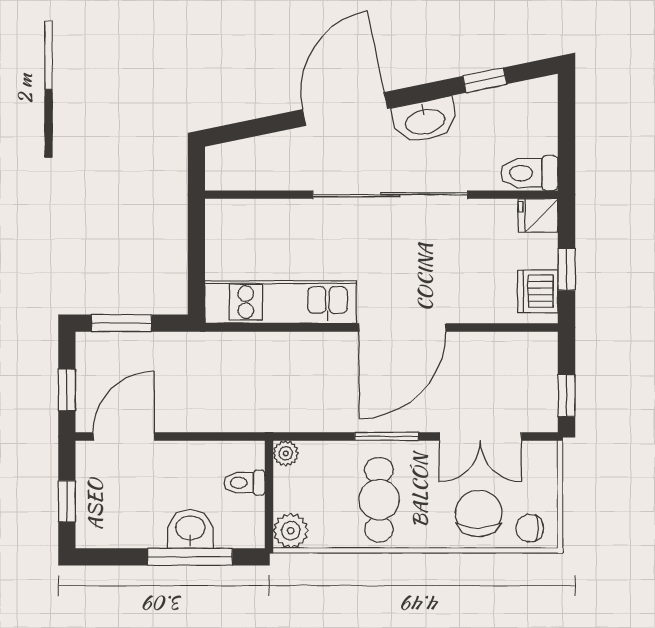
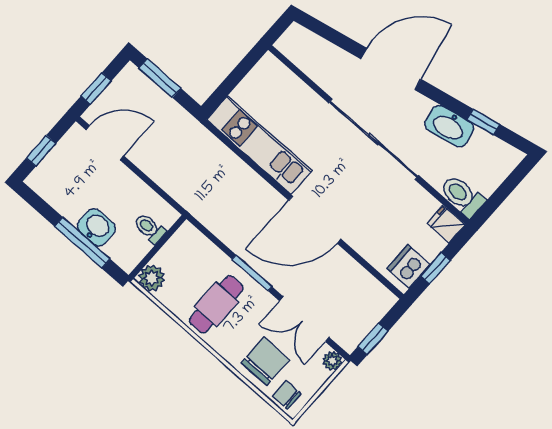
washbasin: (425, 121) -> (449, 126), moved
plant: (286, 453) -> (332, 361), moved

